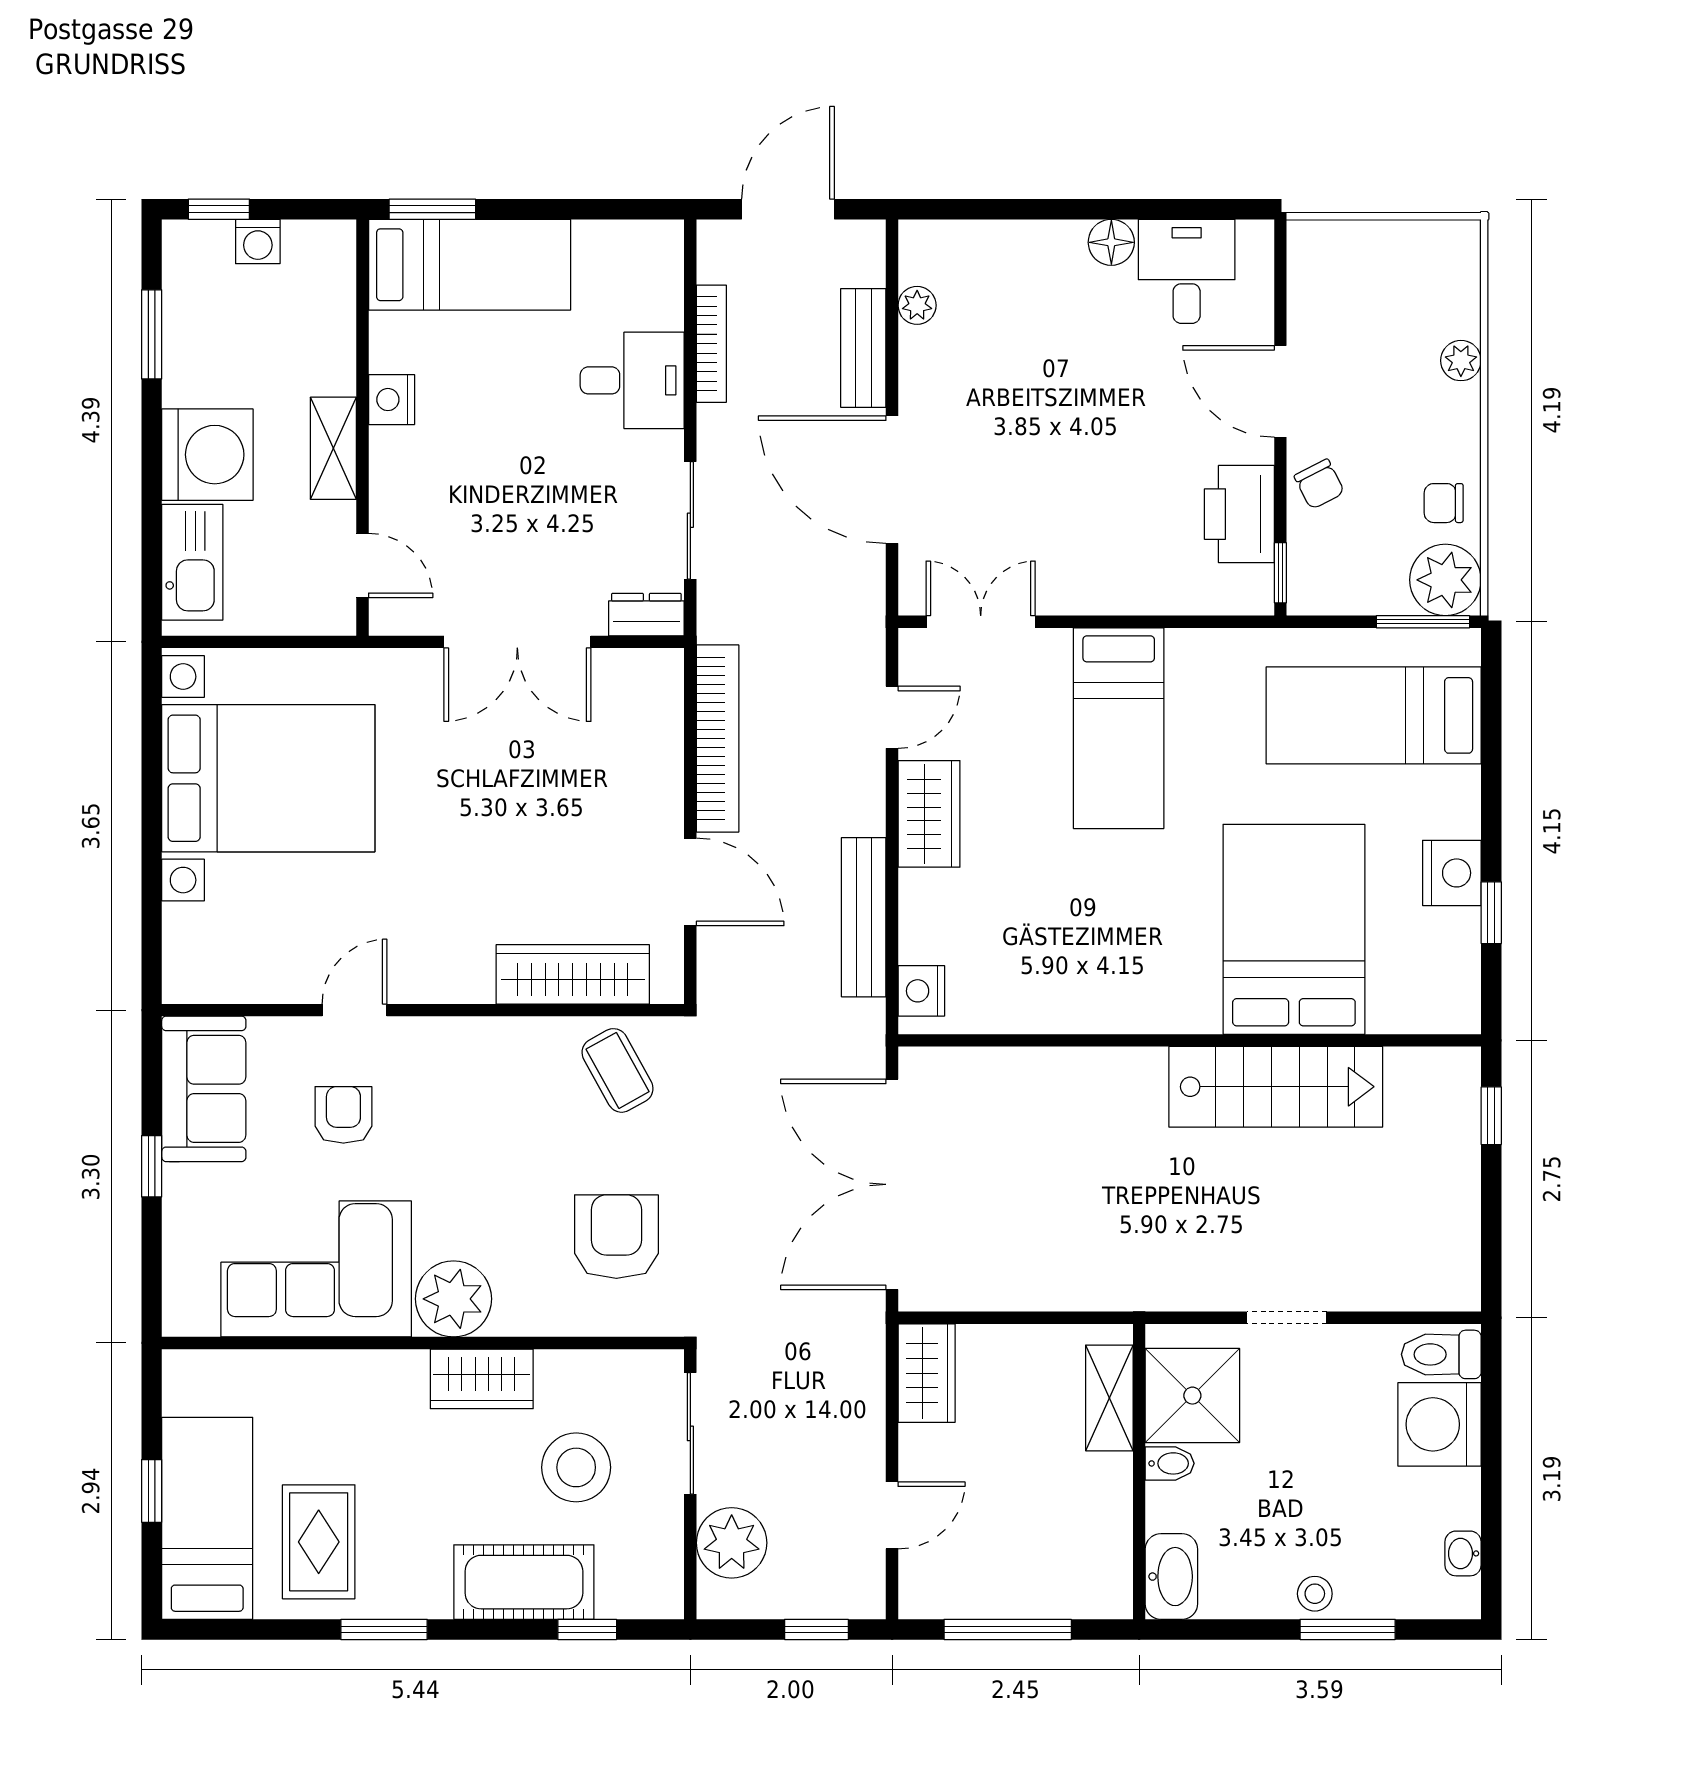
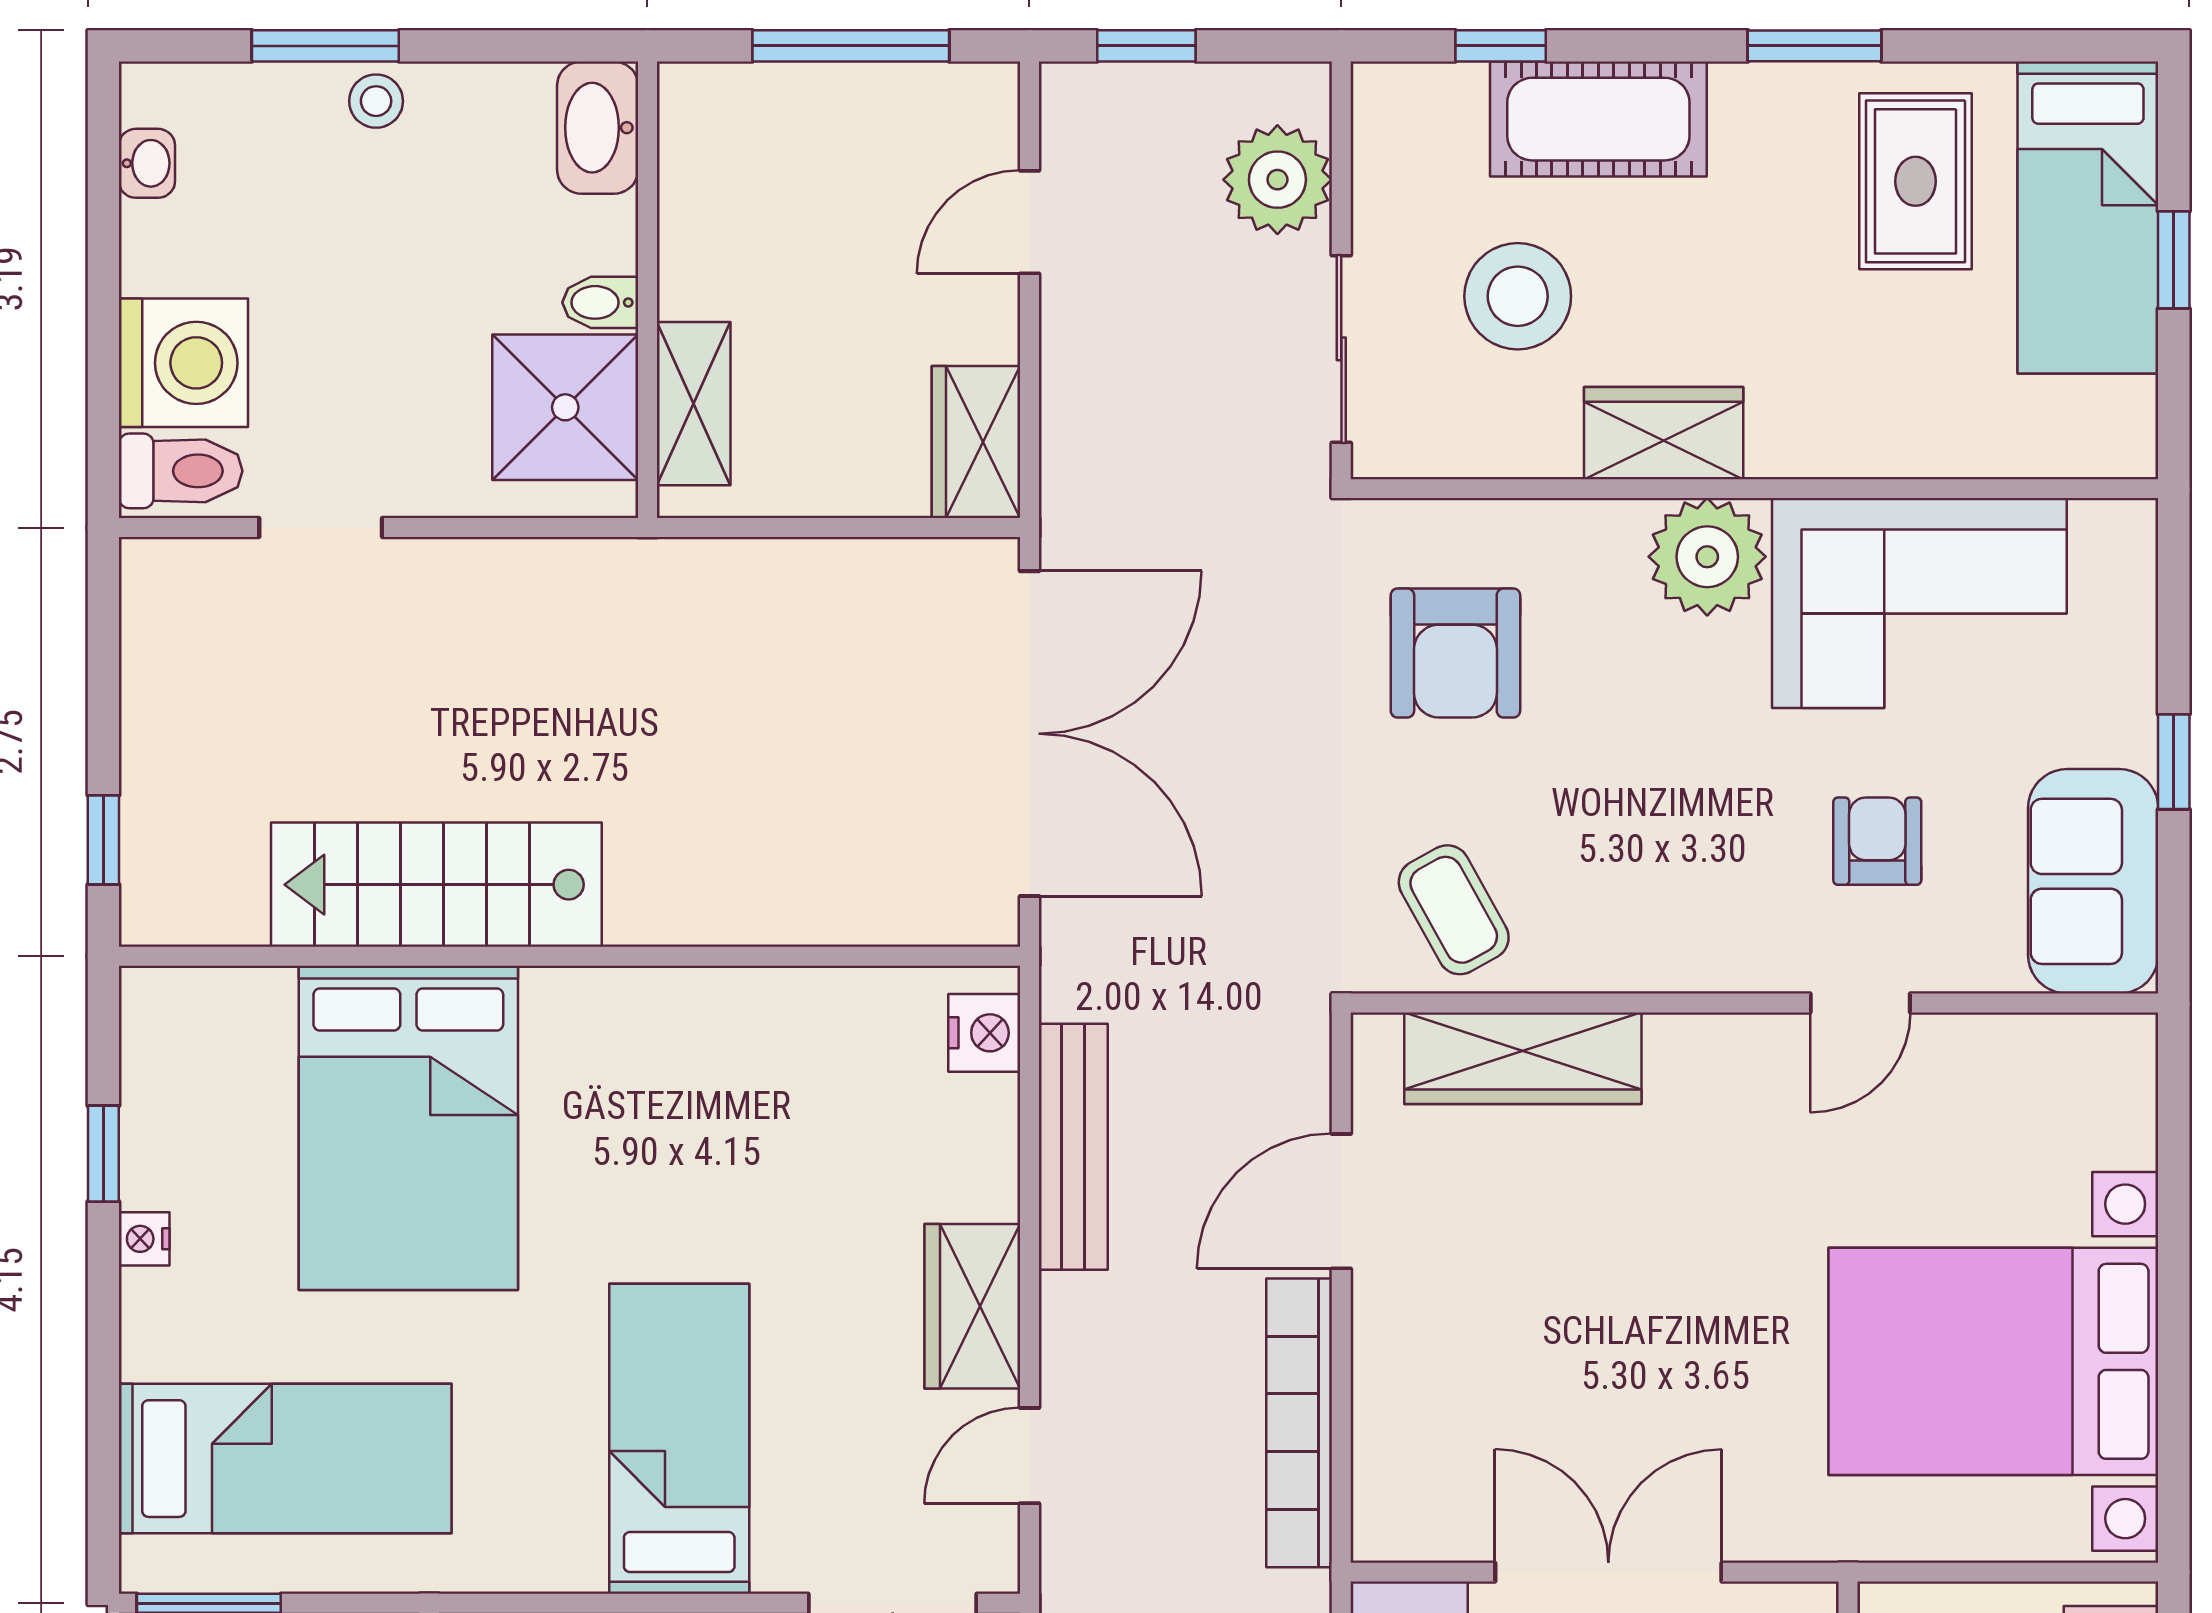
nightstand: (1452, 873) -> (144, 1239), width x0.53, depth x0.56
door: (690, 882) -> (1341, 1201), hinge flipped
armchair: (343, 1115) -> (1877, 841), turned 180
doorway: (1287, 1318) -> (321, 528), moved

